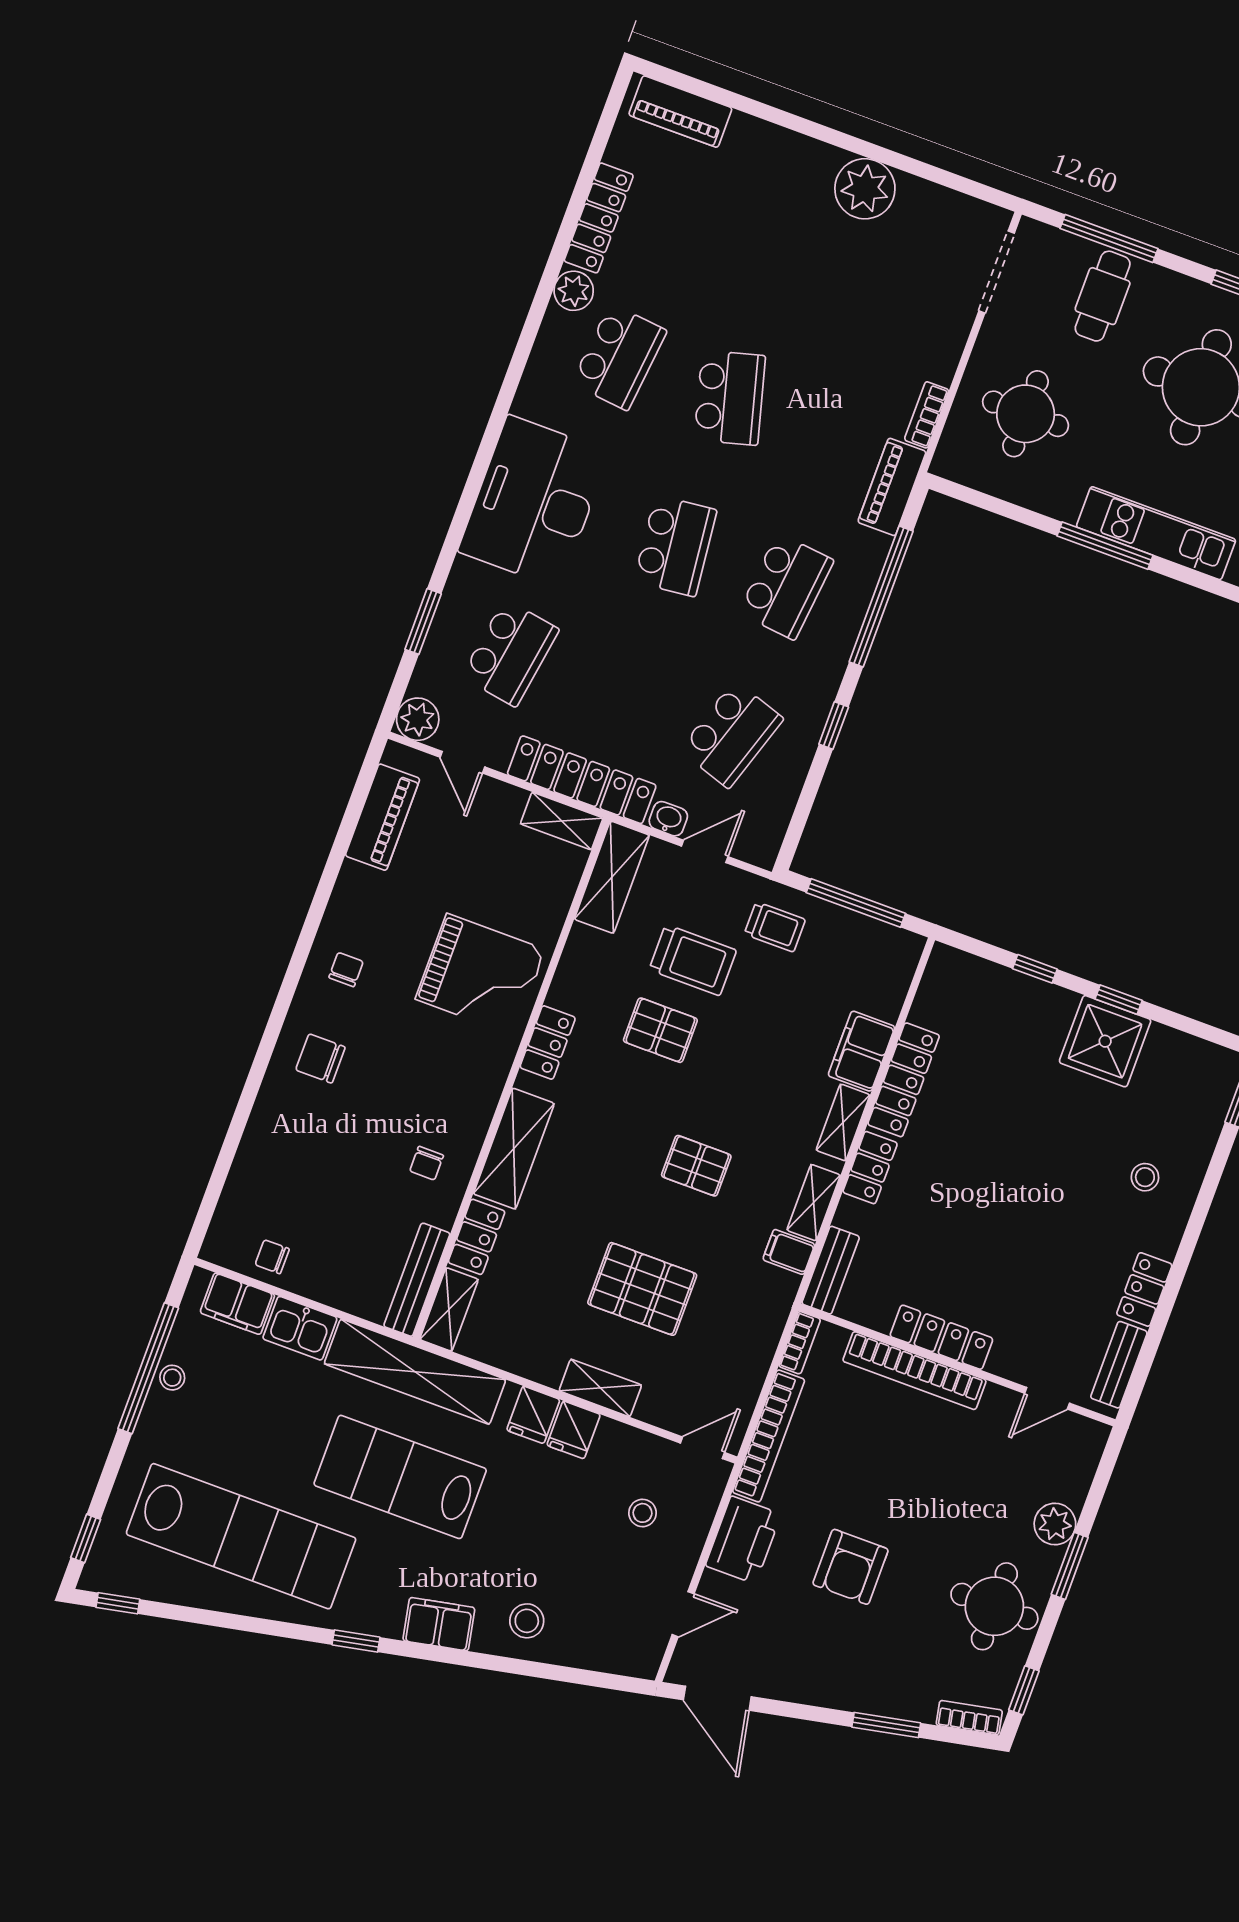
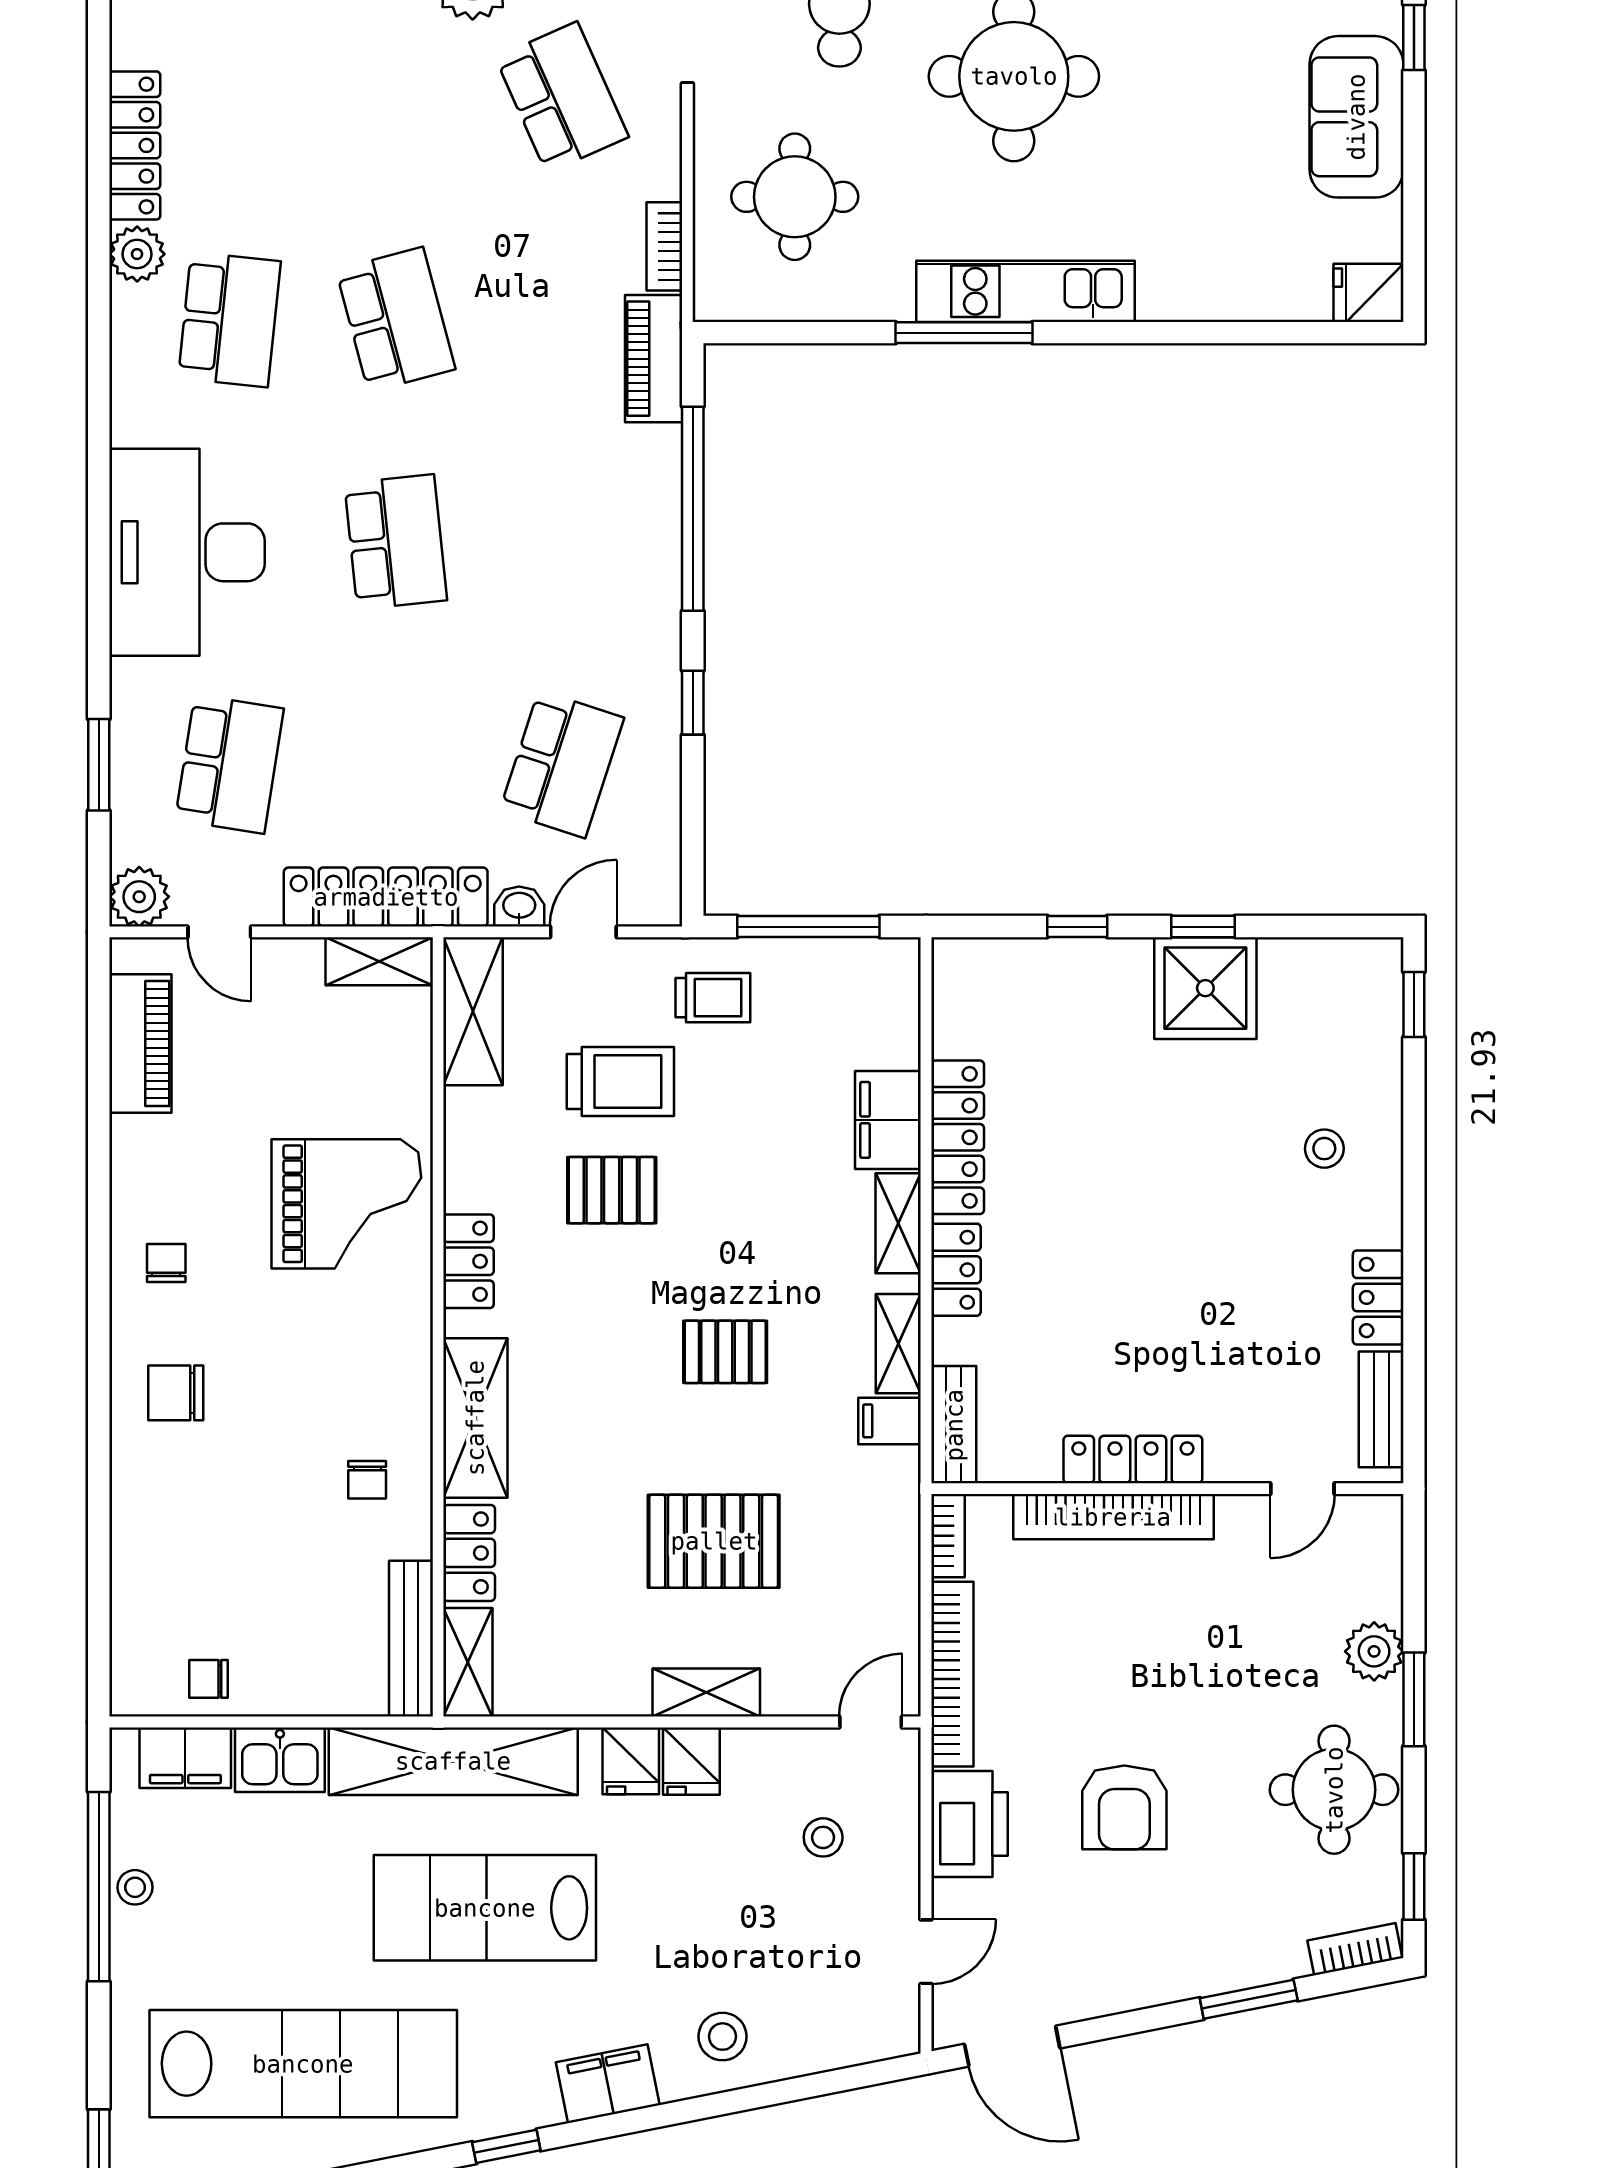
school desk: (786, 586) -> (562, 97), moved, turned -30

